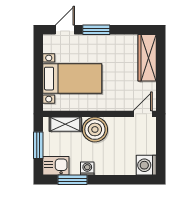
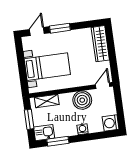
boiler: (95, 129) -> (82, 100), moved
washing machine: (87, 169) -> (83, 129), moved

